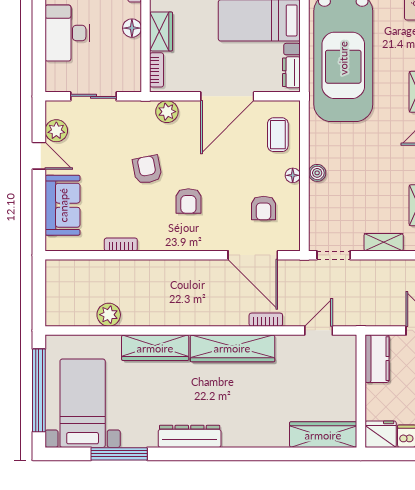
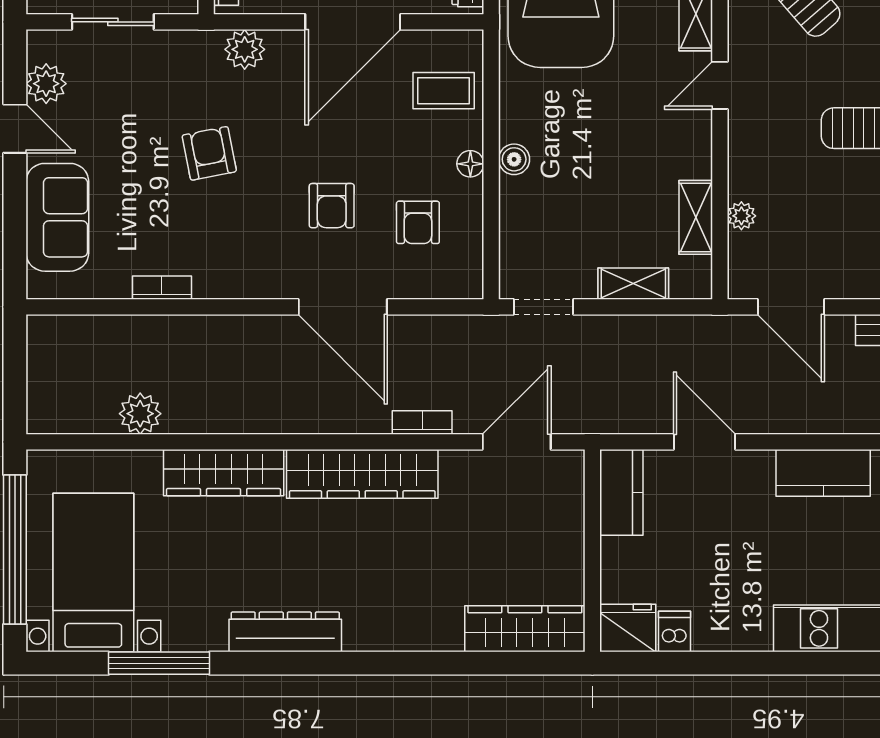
coffee table: (278, 135) -> (444, 91), turned 90
armchair: (188, 201) -> (332, 206), moved
door: (253, 255) -> (343, 307), moved
door: (319, 330) -> (517, 442), width x1.38

